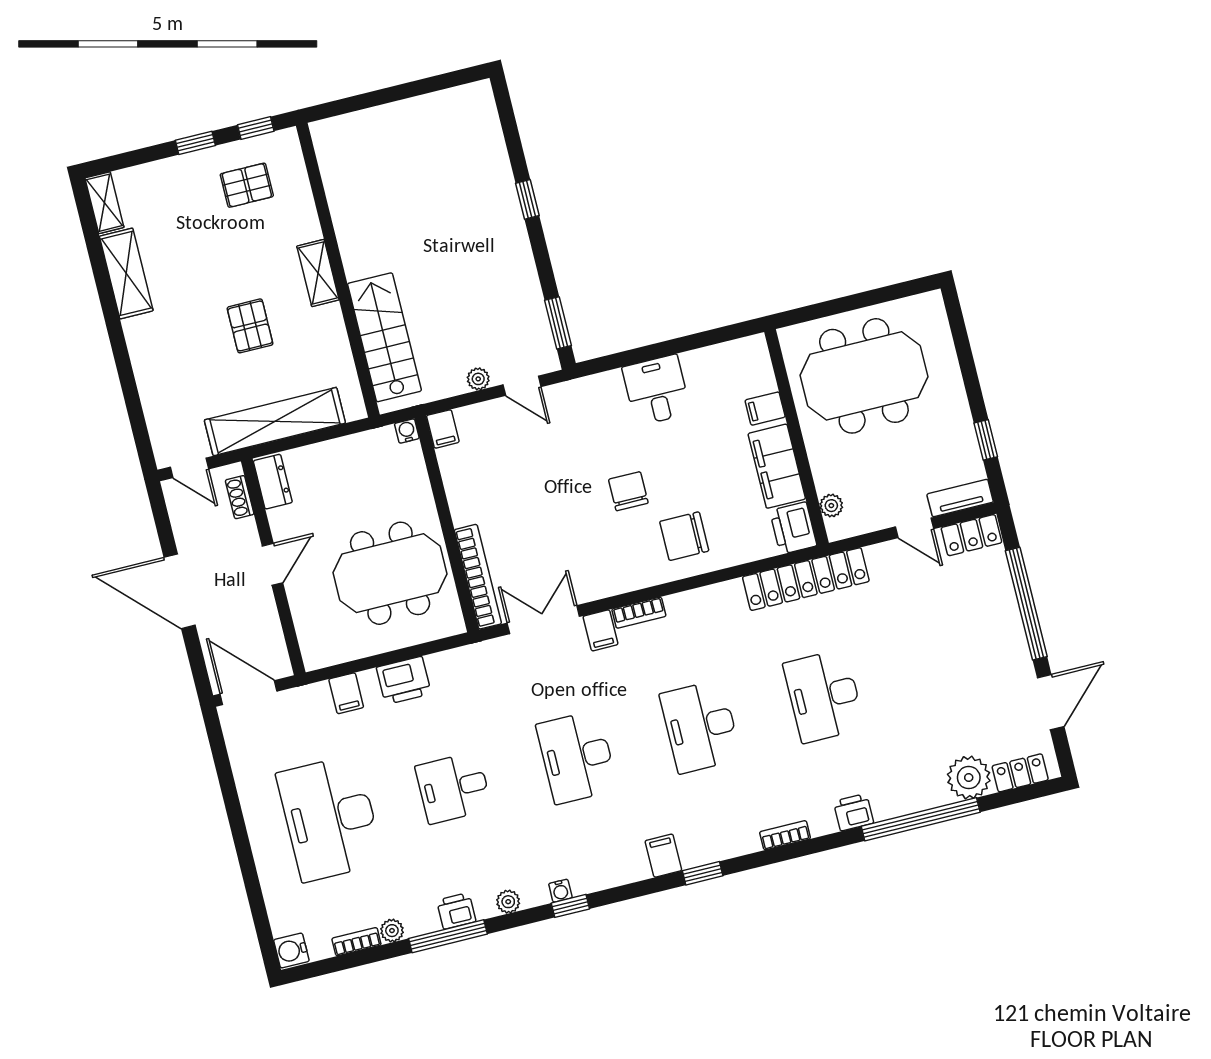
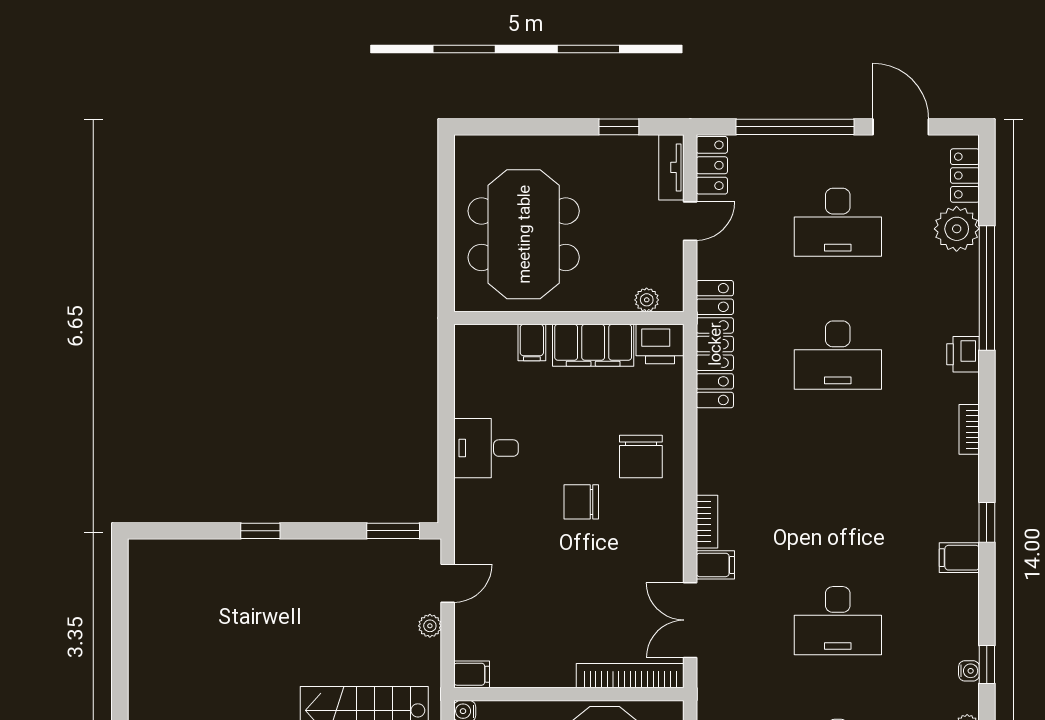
desk: (700, 727) -> (838, 222), moved

